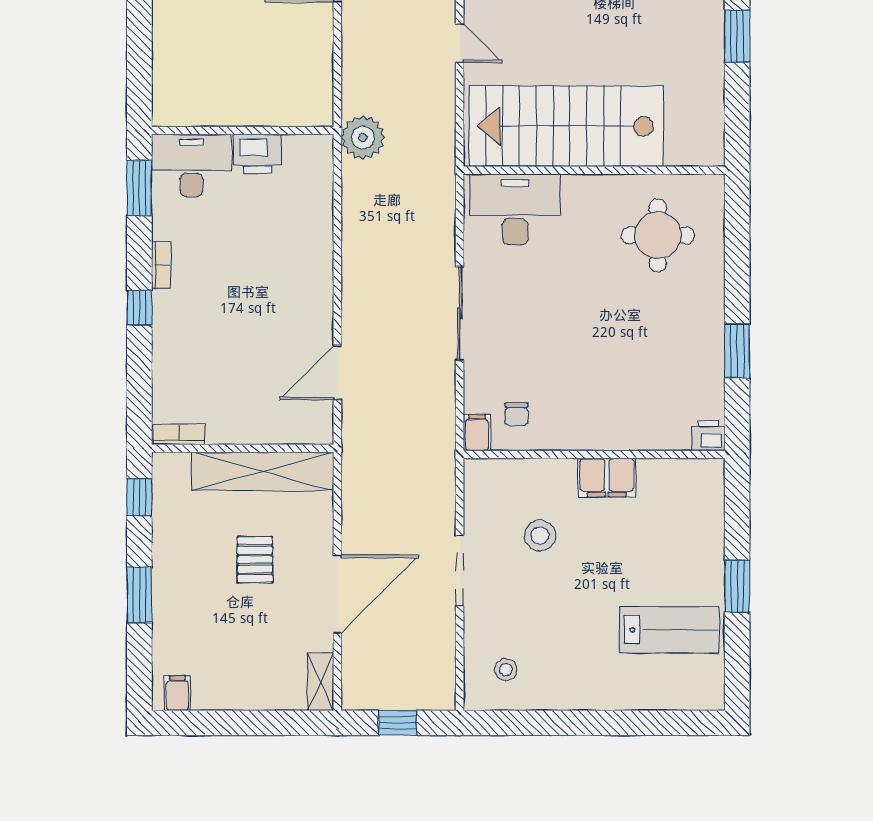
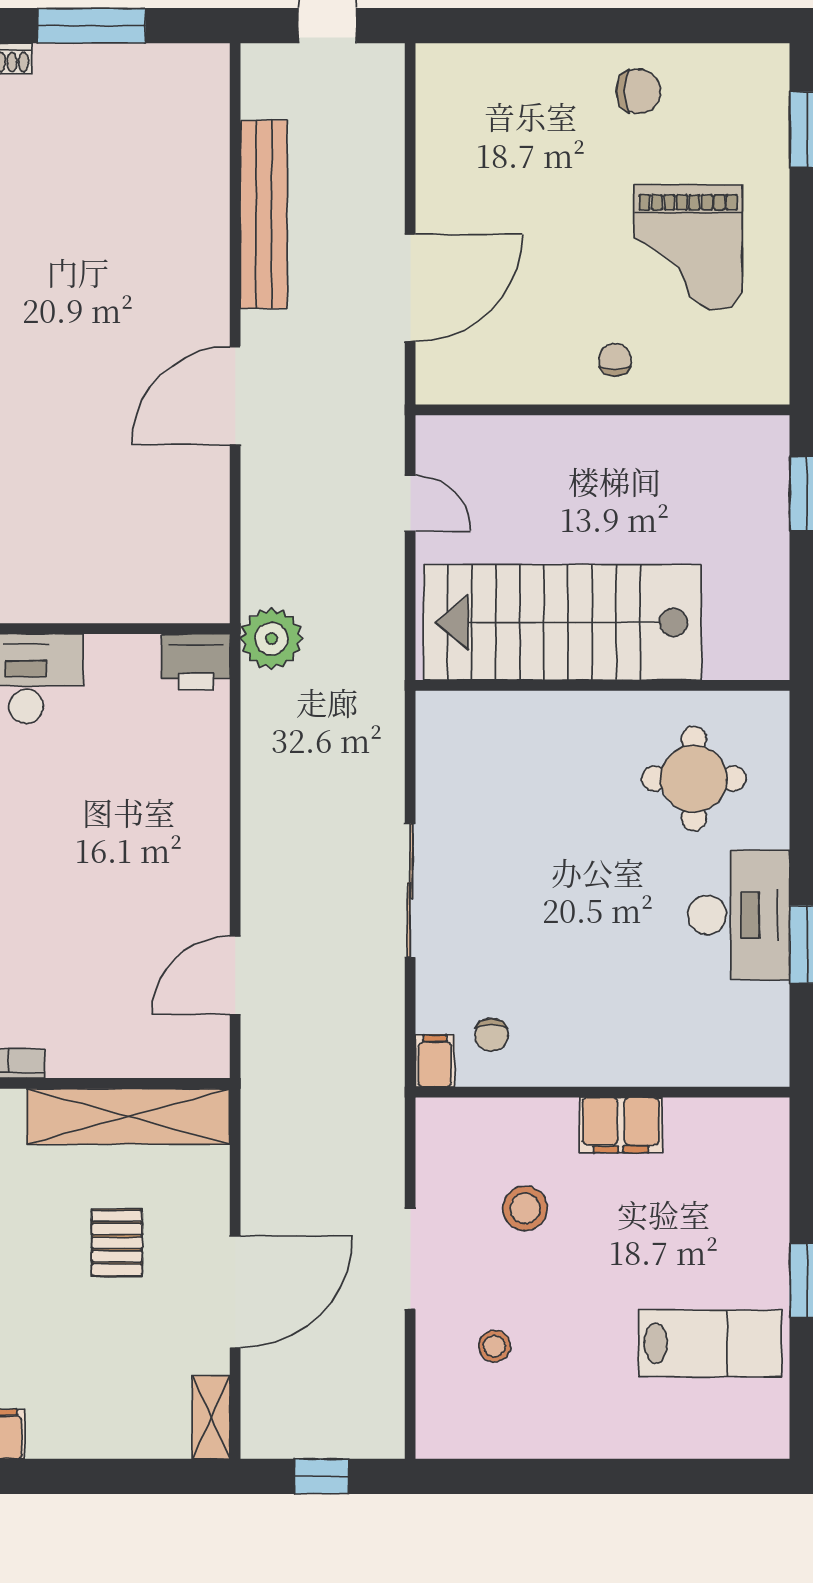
printer: (257, 154) -> (196, 662), moved
desk: (515, 210) -> (739, 915), moved, turned 90
printer: (708, 436) -> (766, 1065), removed
stool: (506, 670) -> (494, 1346), moved

